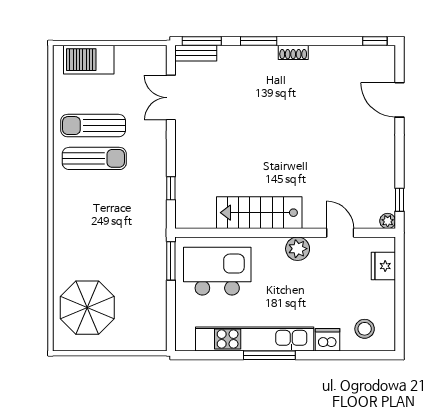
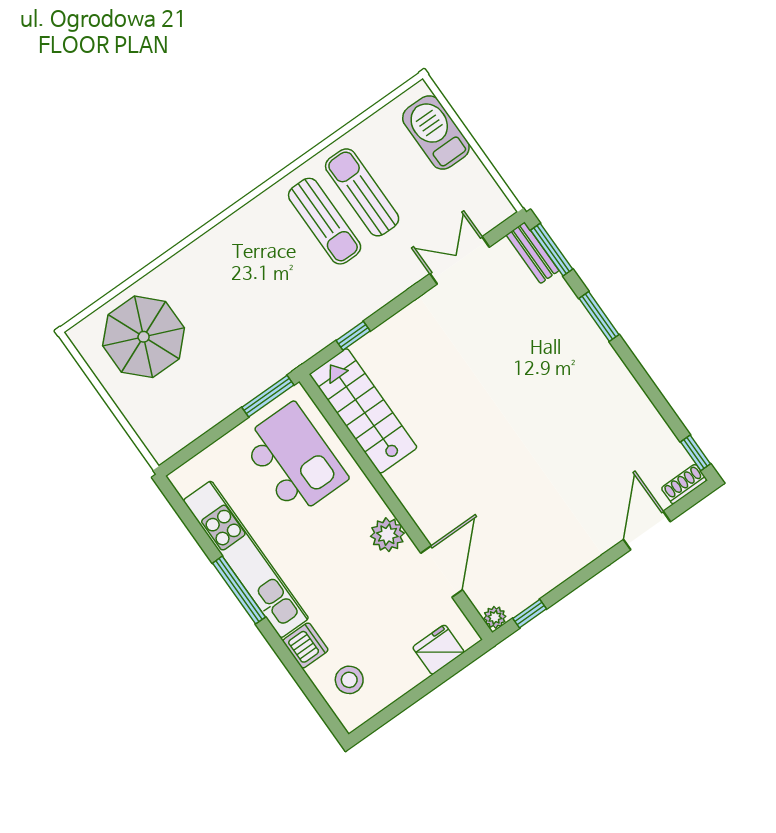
shoe rack: (293, 52) -> (684, 484), moved, turned 90
stairs: (259, 213) -> (363, 411), moved
door: (340, 233) -> (442, 572), width x1.38

